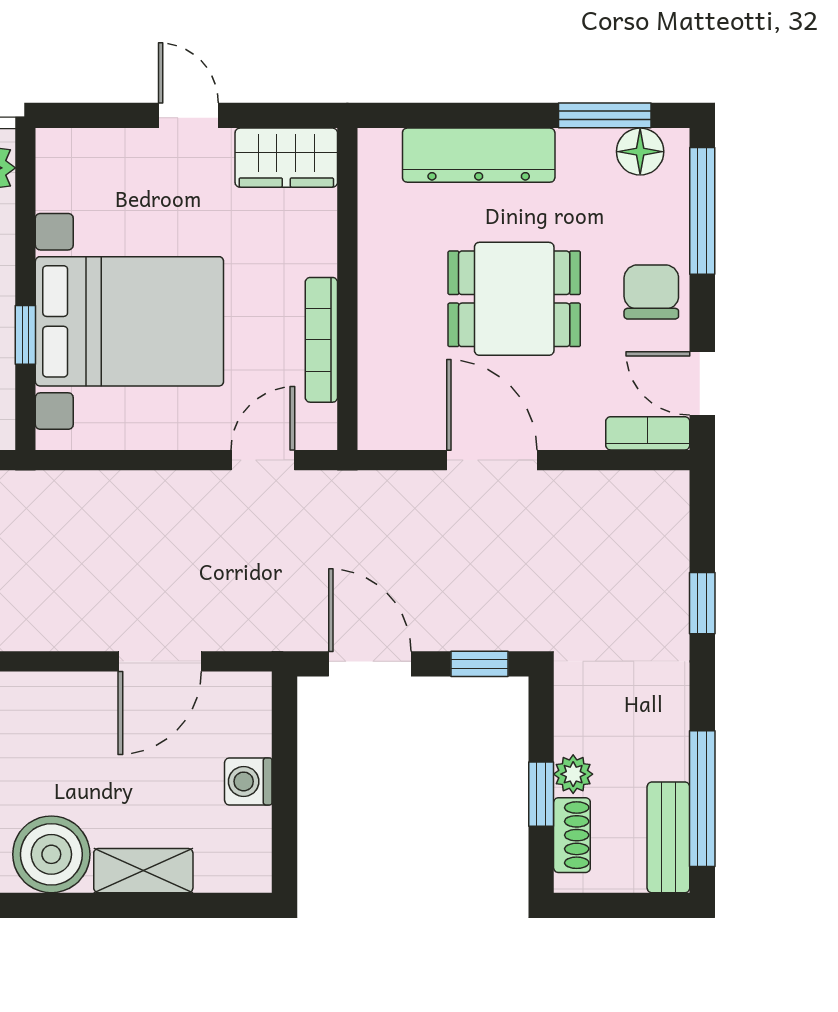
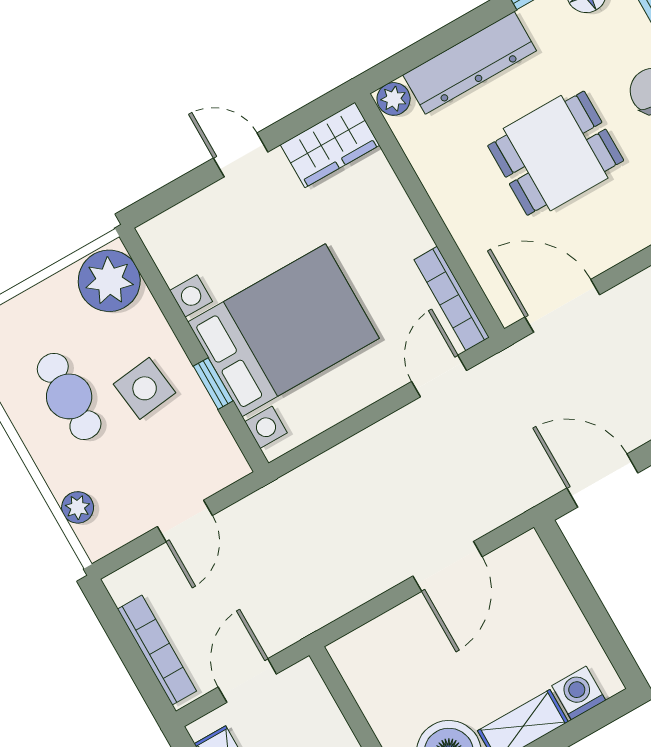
plant: (379, 148) -> (394, 99), added
bookcase: (321, 340) -> (452, 299), moved
door: (492, 460) -> (562, 306), moved
washing machine: (248, 781) -> (579, 693), moved, turned 90

